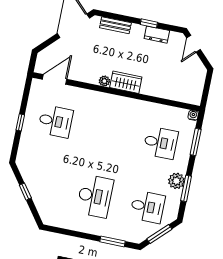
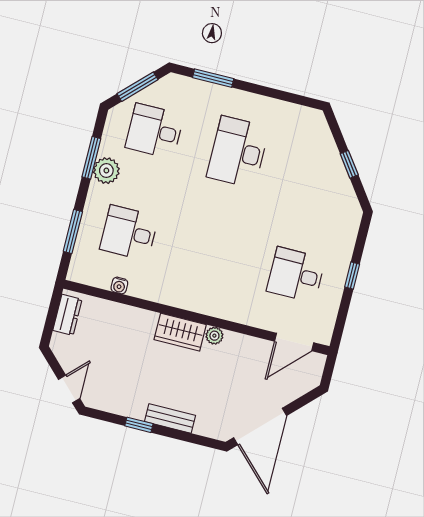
bench: (115, 25) -> (170, 418), moved
dresser: (157, 35) -> (67, 315), moved, turned 90
water cooler: (193, 115) -> (119, 286), moved

